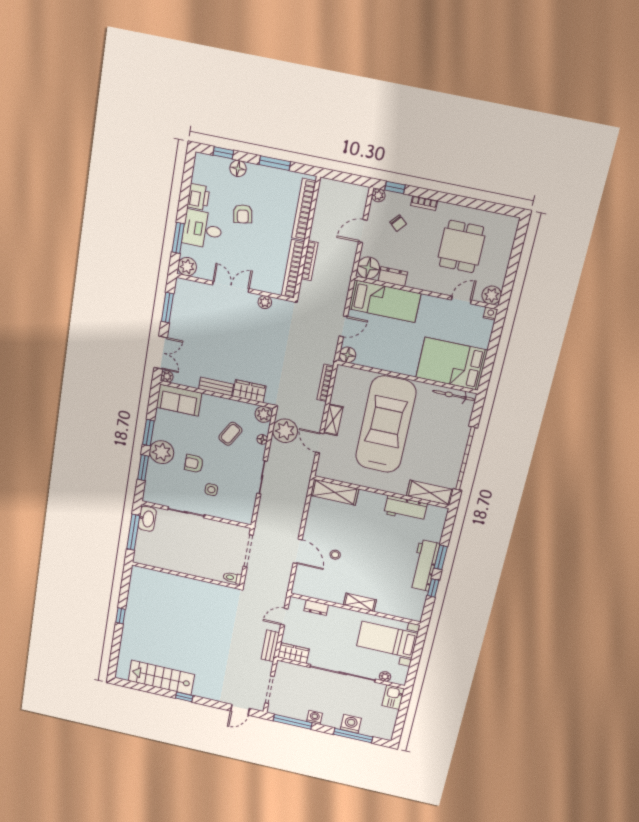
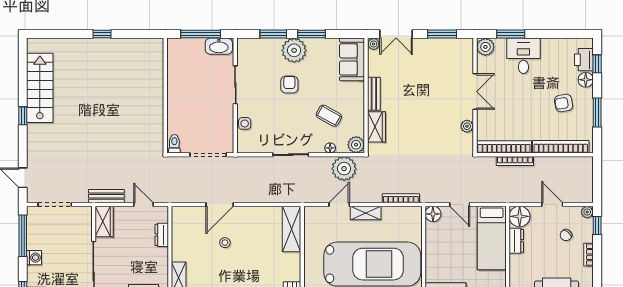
printer: (198, 197) -> (584, 60), moved, turned 90
armchair: (243, 214) -> (564, 103), moved
side table: (211, 490) -> (245, 123), moved

